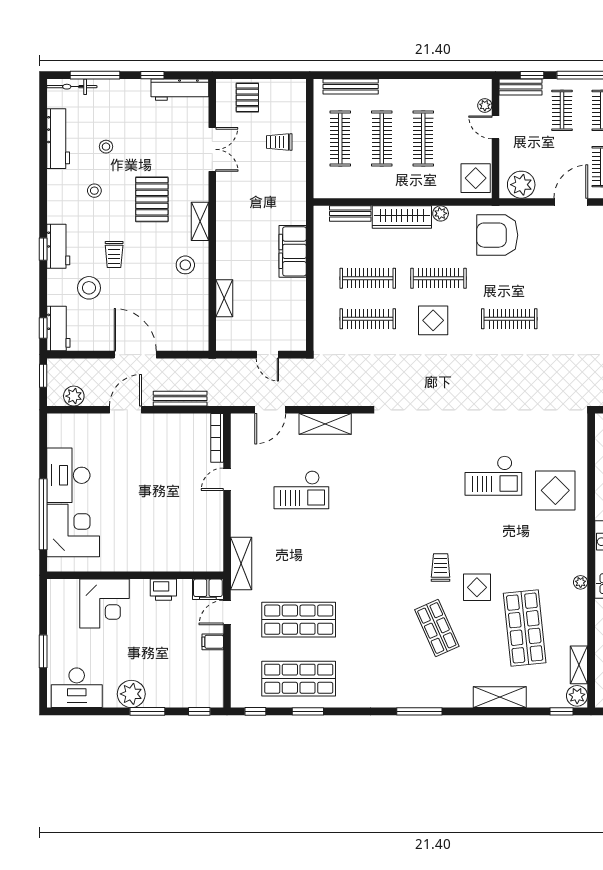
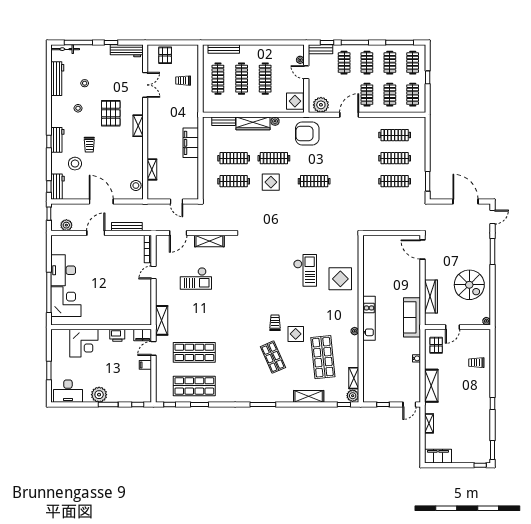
stool: (185, 265) -> (136, 186), moved
checkout: (493, 476) -> (305, 270), turned -90

